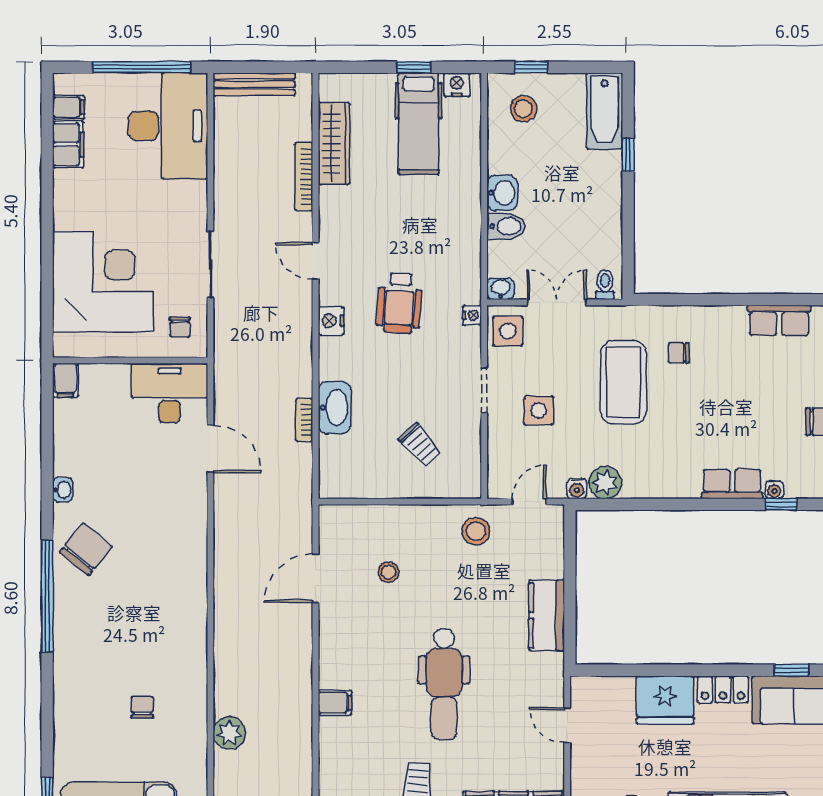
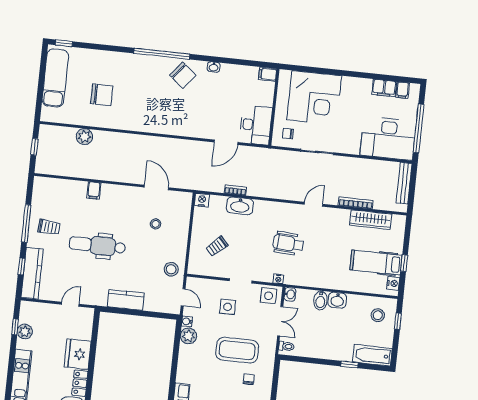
nightstand: (331, 321) -> (202, 200), moved
chair: (142, 707) -> (102, 95), width x1.87, depth x1.87

